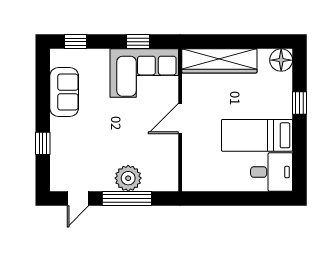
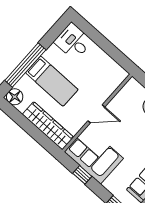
window: (300, 103) -> (25, 65), width x3.17
bed: (257, 135) -> (52, 81), moved

